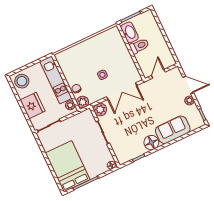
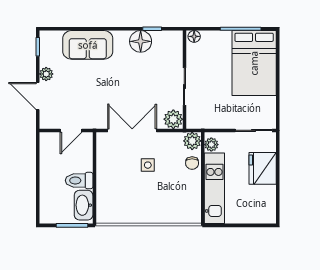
stool: (22, 81) -> (261, 208), removed
floor lamp: (151, 143) -> (141, 41), moved

